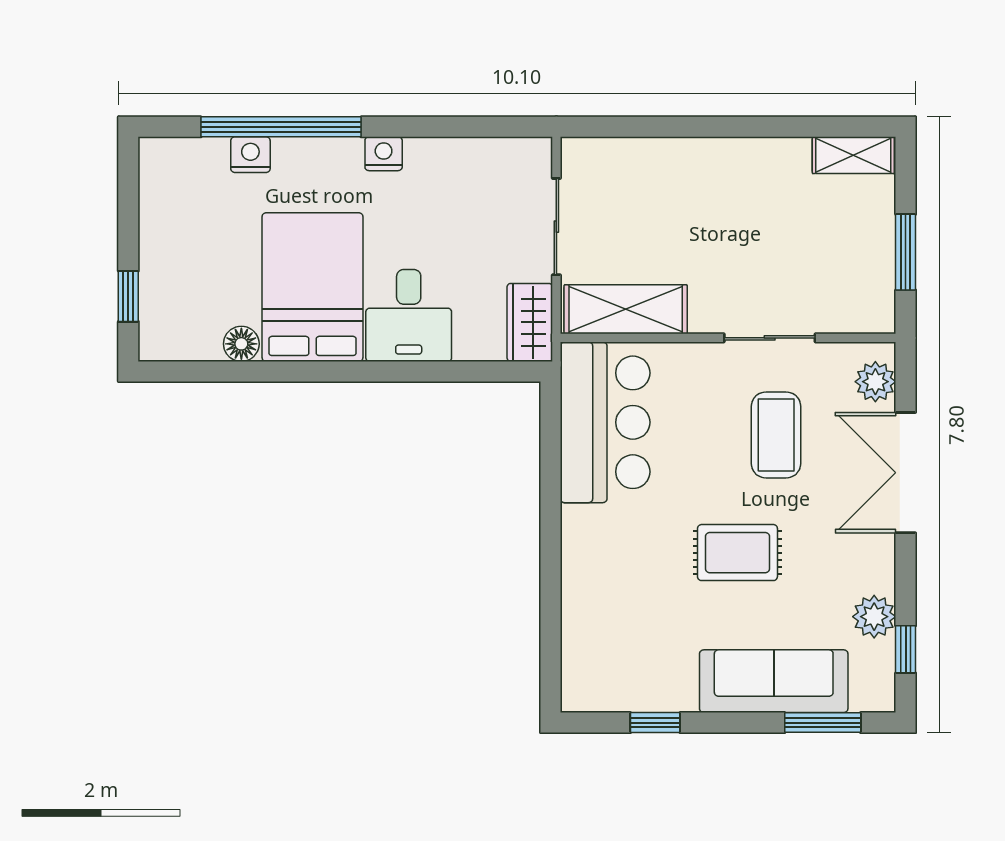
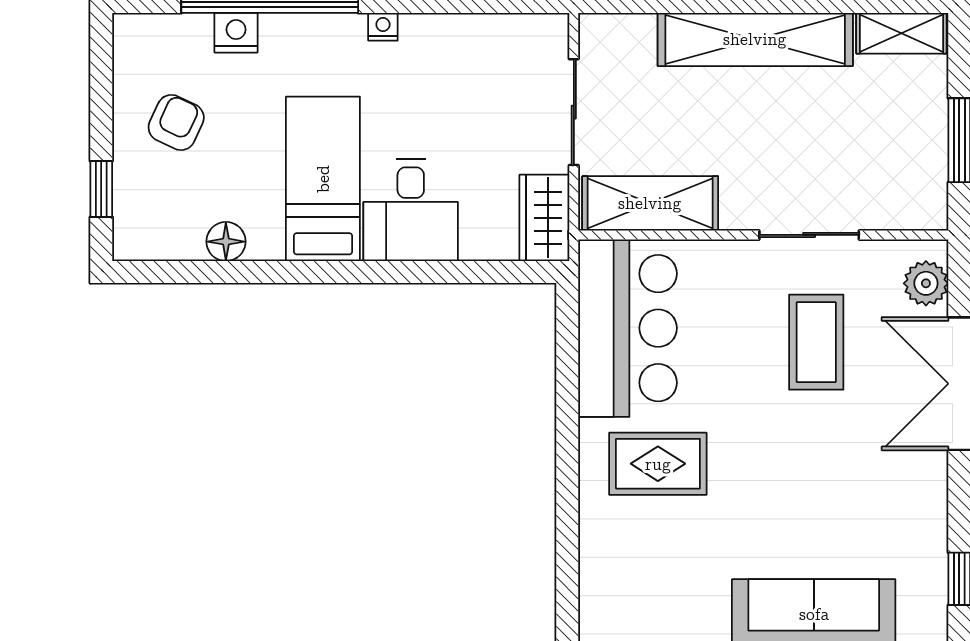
nightstand: (384, 154) -> (383, 27), width x0.72, depth x0.74
shelving: (721, 161) -> (755, 39), added
armchair: (196, 236) -> (176, 122), added
bed: (312, 287) -> (323, 179), width x0.67
rug: (737, 553) -> (658, 464), moved
plant: (874, 617) -> (925, 543), removed

